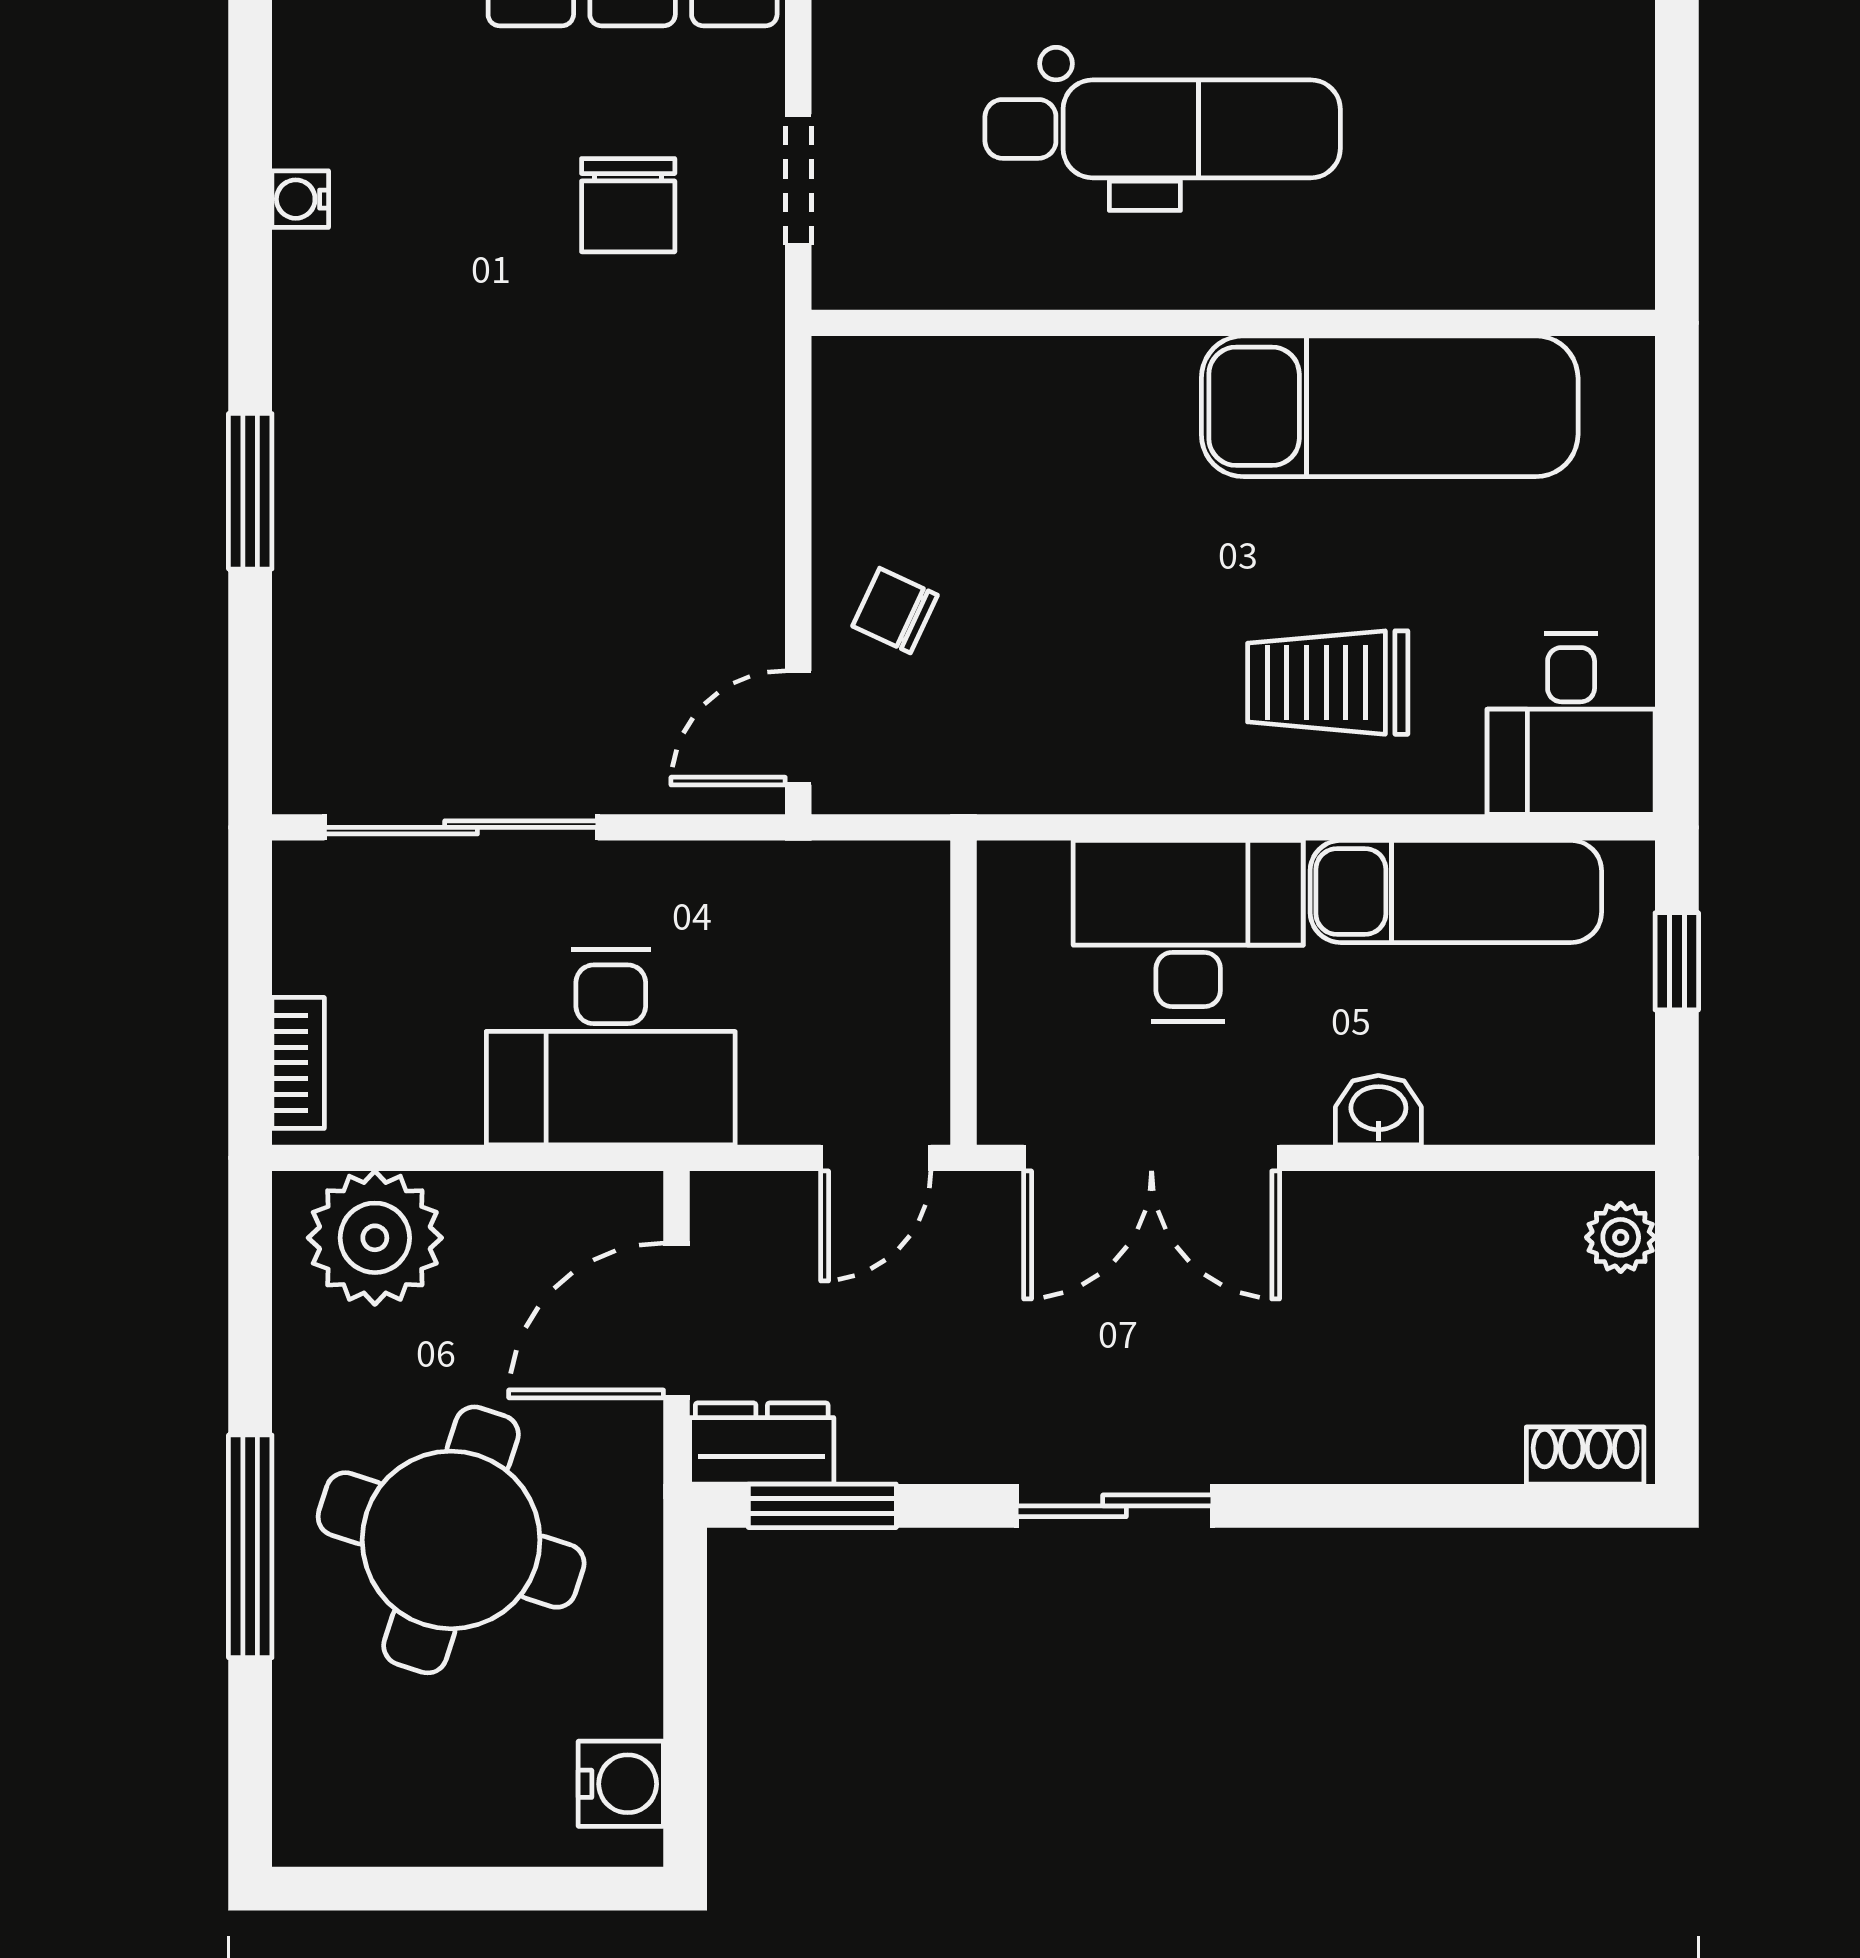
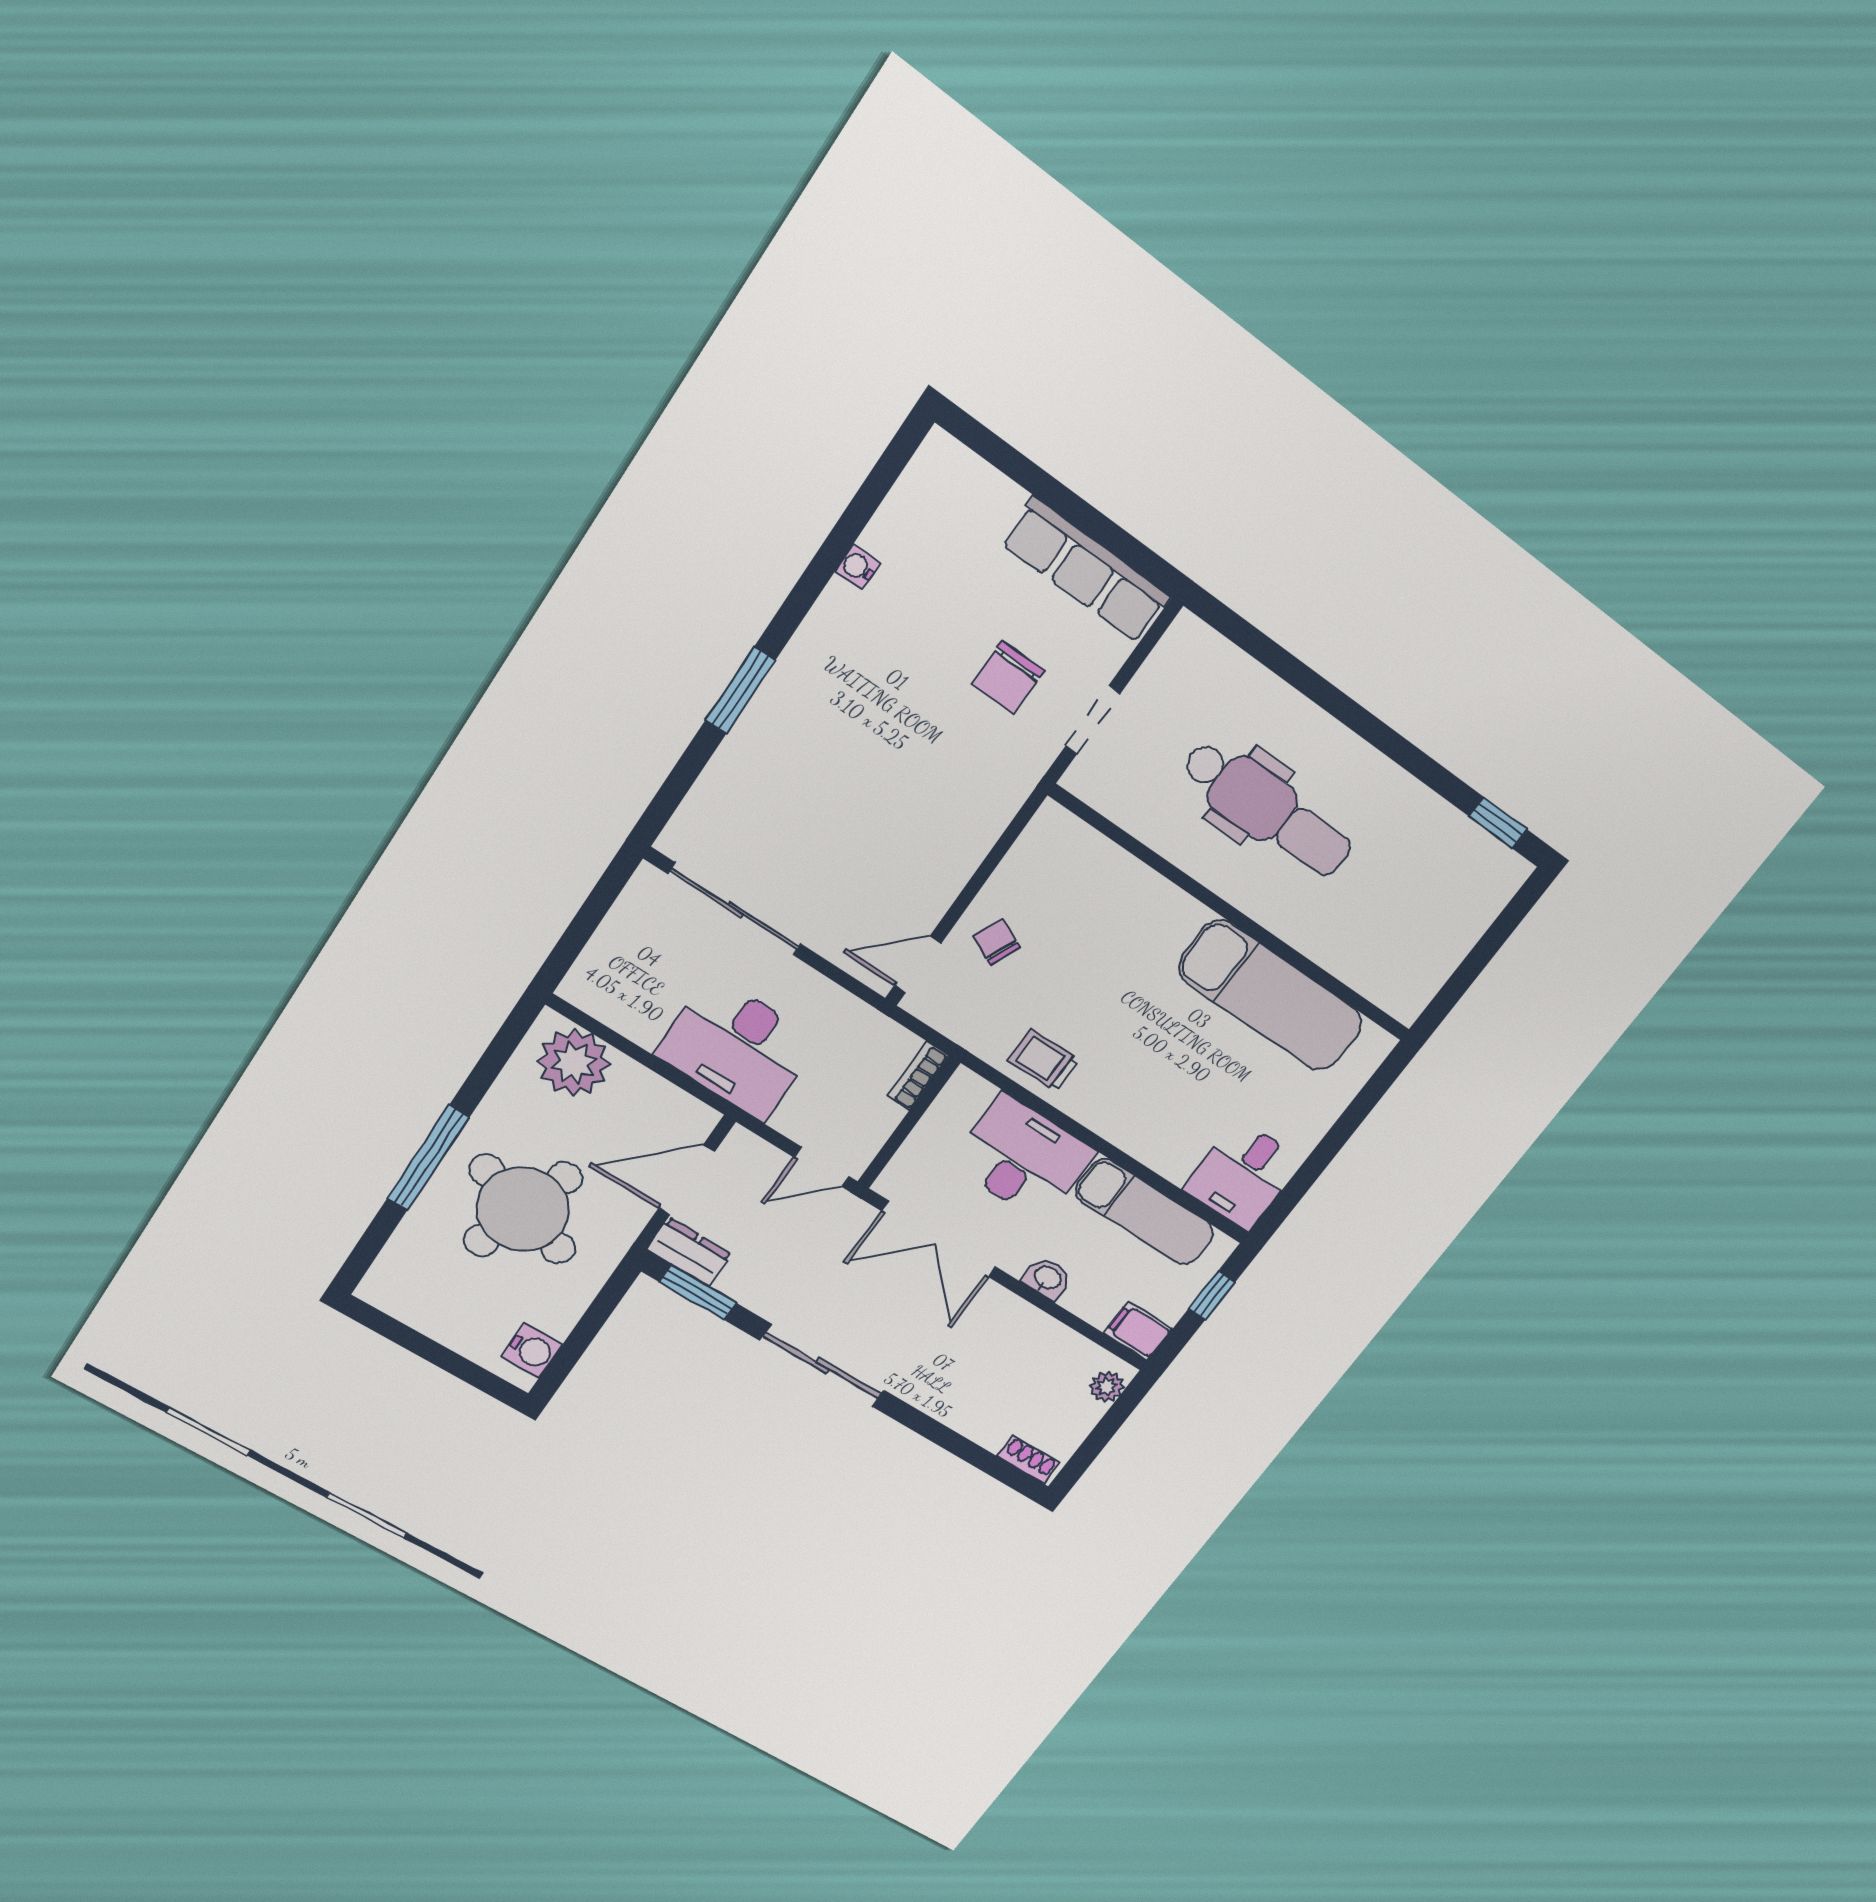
trolley: (1328, 683) -> (1044, 1060), moved, width x0.73, depth x0.72
bookcase: (298, 1063) -> (918, 1076), moved, turned 180
filing cabinet: (1600, 1103) -> (1138, 1331), added
sliding door: (1114, 1506) -> (823, 1366), width x1.37

